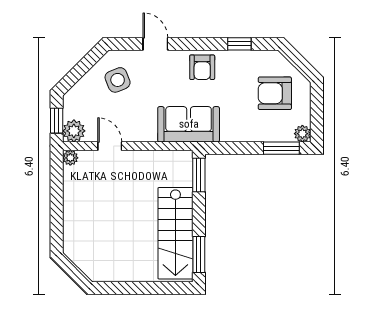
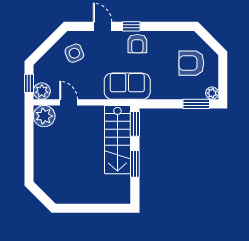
window: (239, 44) -> (131, 26), moved
plant: (70, 158) -> (44, 116), width x1.87, depth x1.87
stairs: (175, 233) -> (117, 140), moved
window: (199, 254) -> (135, 164), moved

